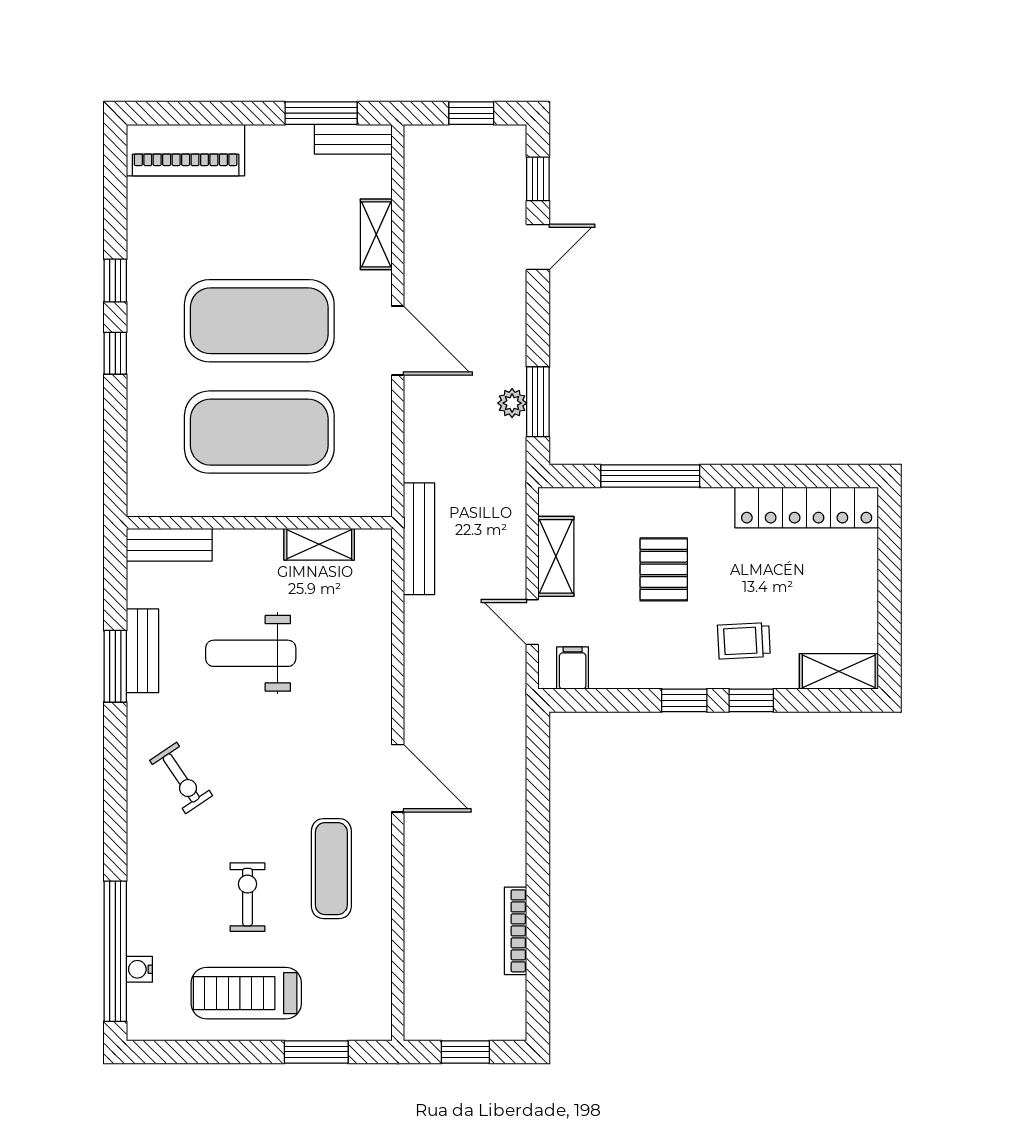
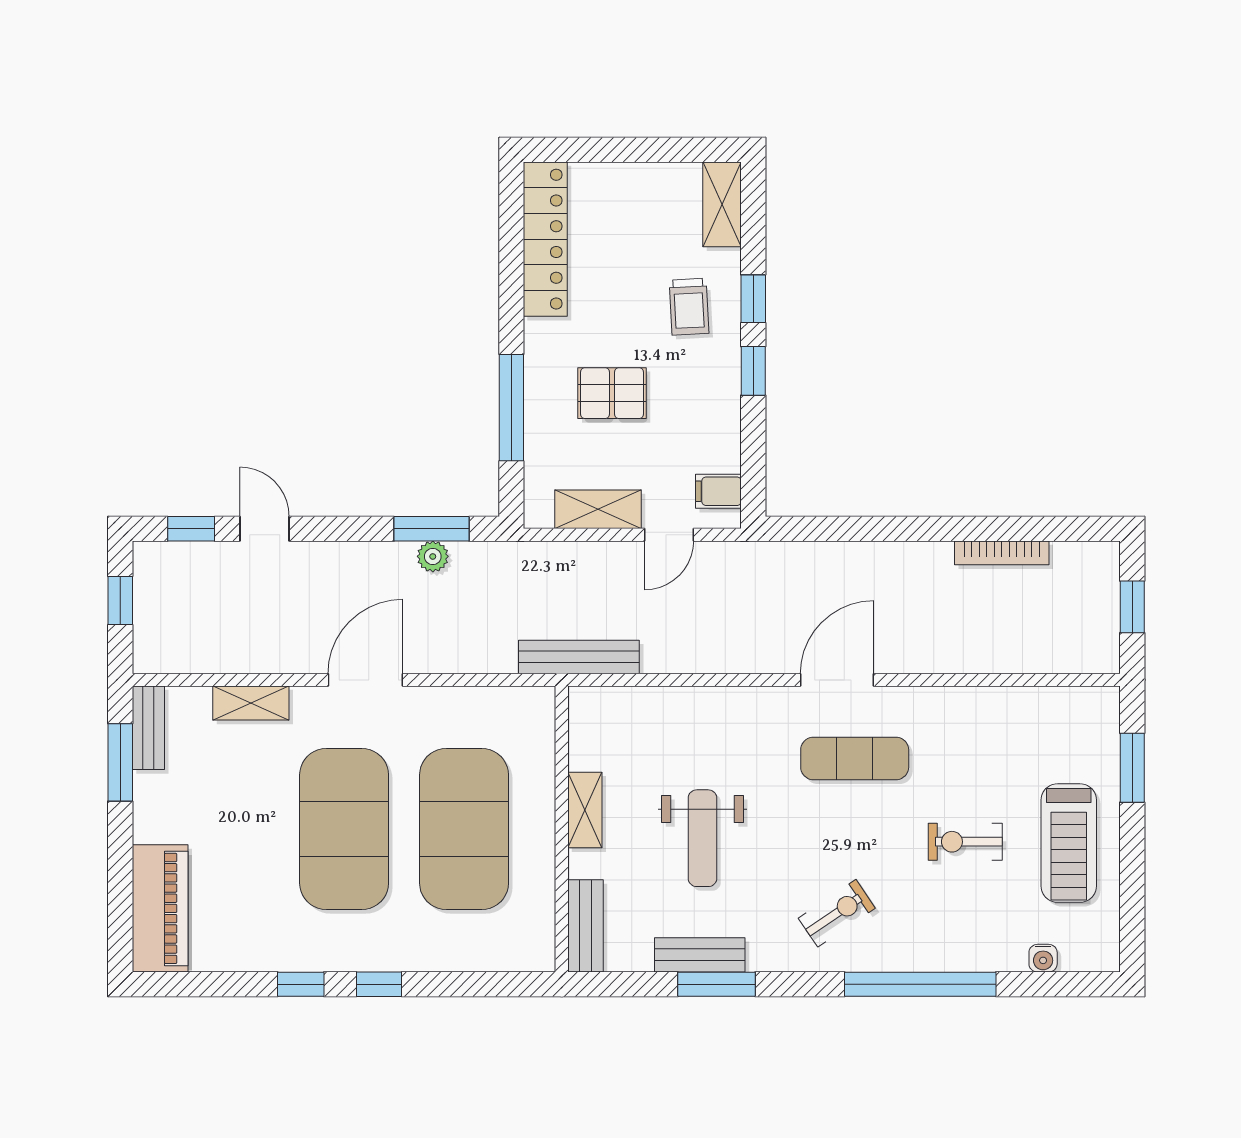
shelving: (319, 544) -> (585, 810), moved
exercise mat: (331, 869) -> (855, 758), moved
window: (115, 951) -> (920, 984), moved

